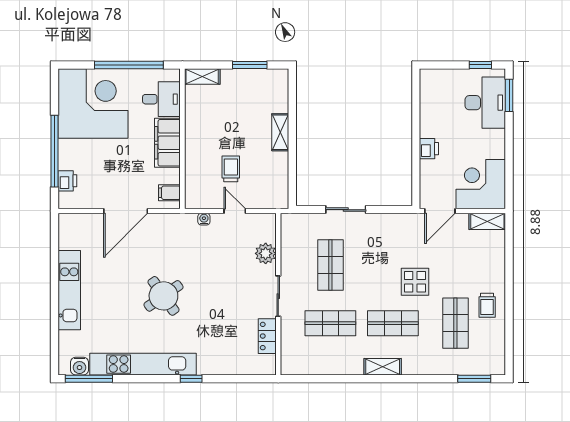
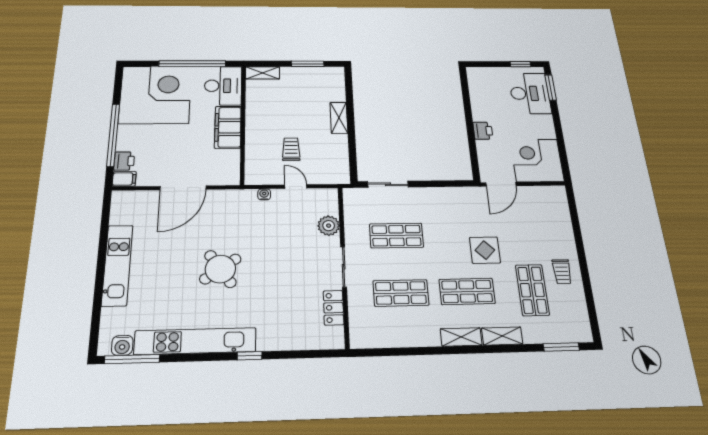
desk: (161, 99) -> (223, 86), width x1.37
filing cabinet: (169, 193) -> (124, 179), moved, turned 180
sliding door: (346, 210) -> (388, 184), moved
shelving: (487, 221) -> (502, 336), moved
shop shelf: (330, 265) -> (396, 236), turned 90

